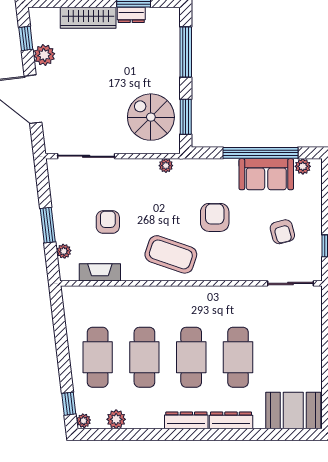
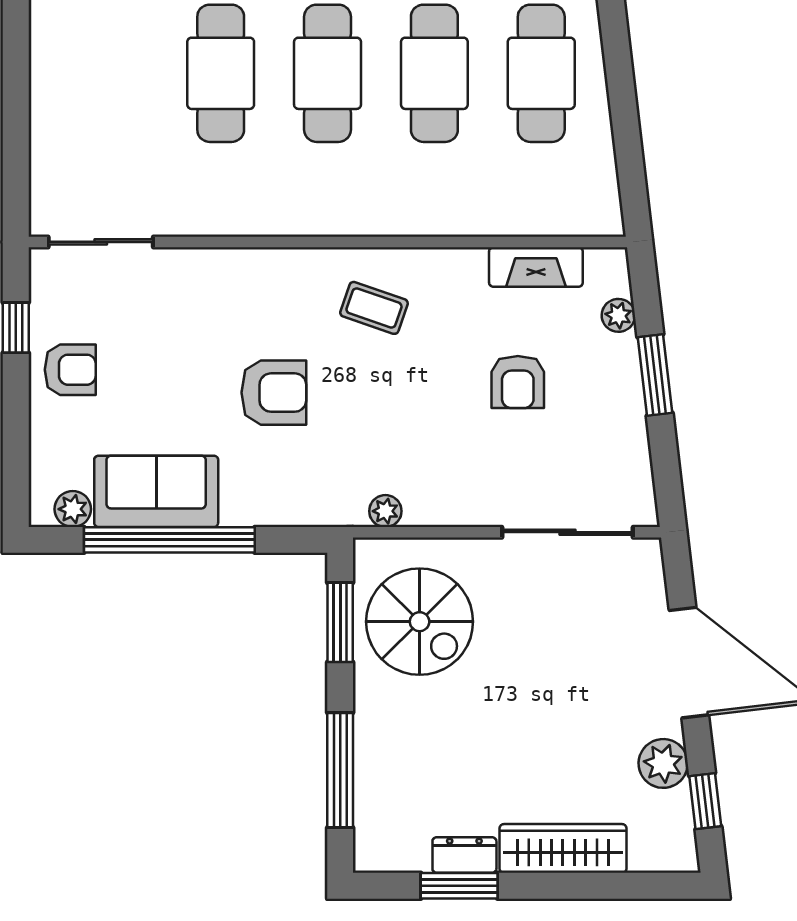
armchair: (215, 217) -> (274, 393), turned -90
armchair: (282, 232) -> (70, 370), moved, turned 105
coffee table: (171, 254) -> (374, 308), width x0.54, depth x0.58

